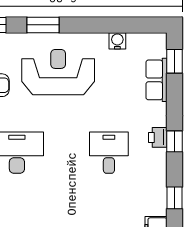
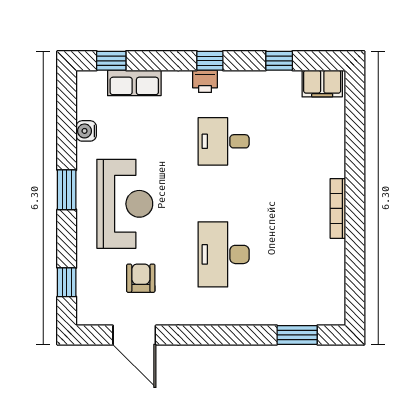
window: (43, 25) -> (67, 190), moved
reception desk: (58, 72) -> (125, 204), turned 180

